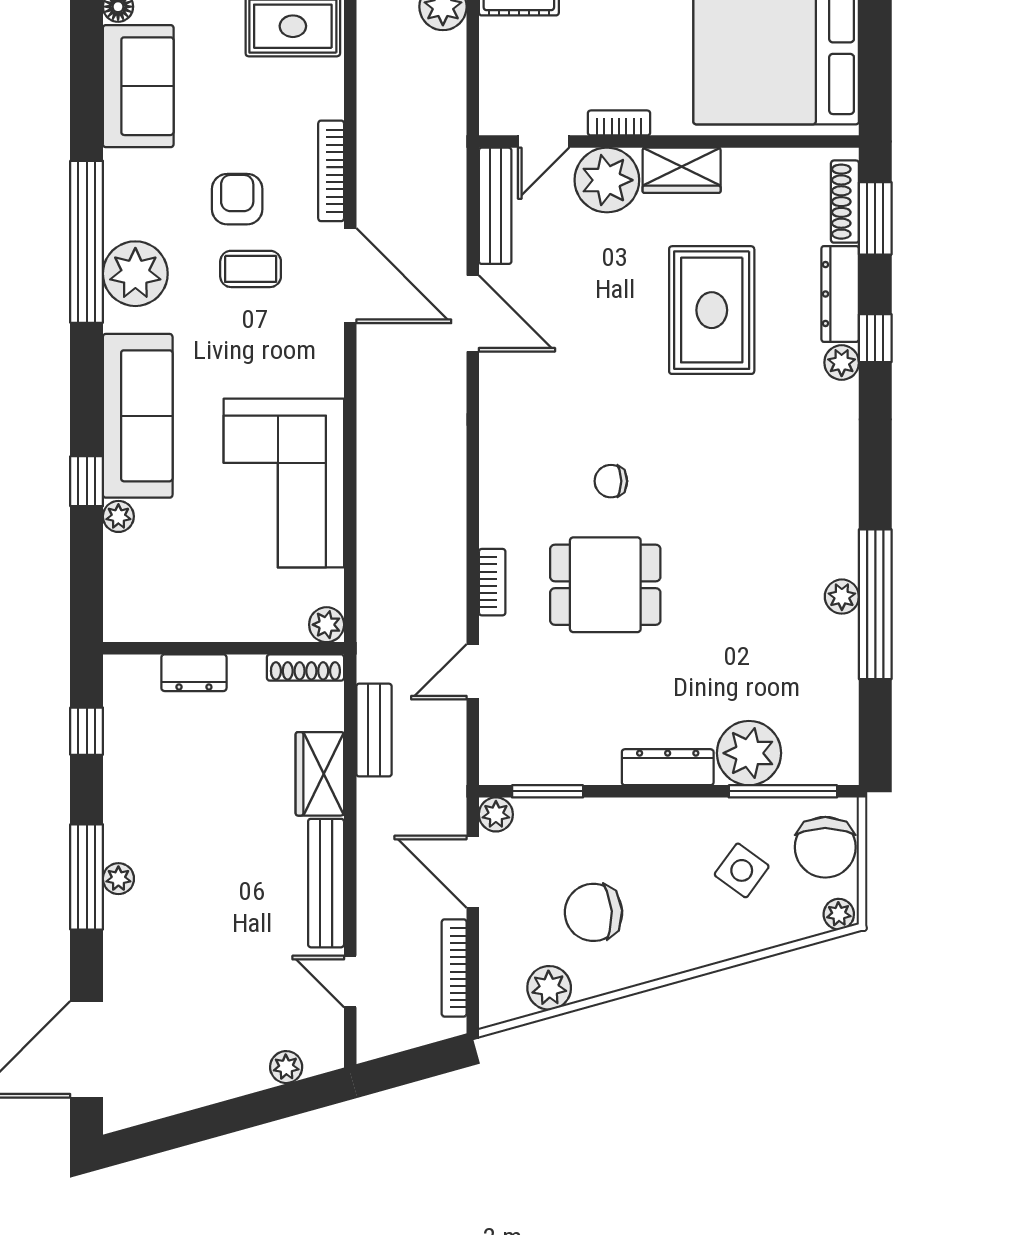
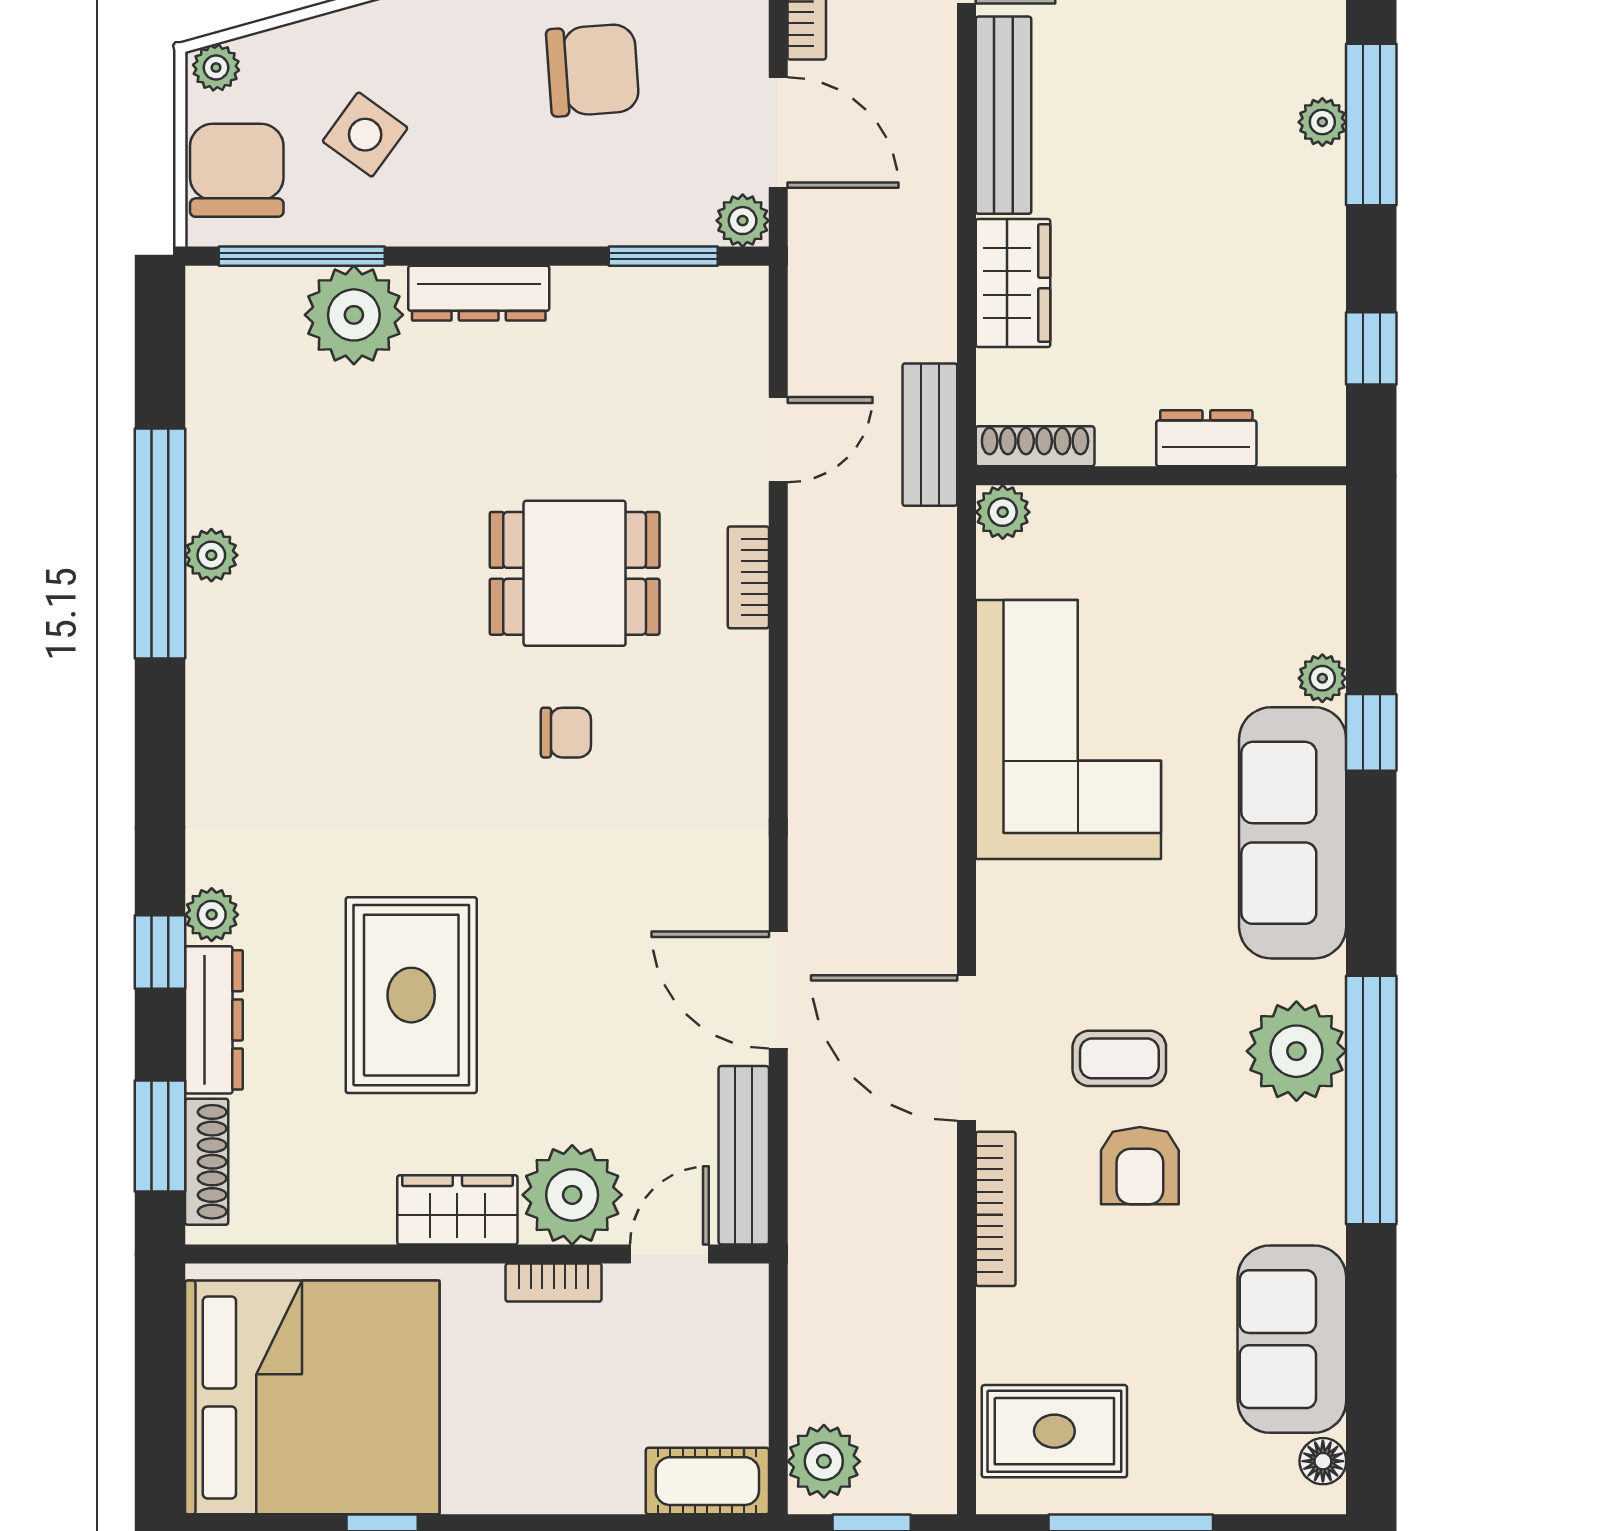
bench: (374, 730) -> (930, 435), moved

